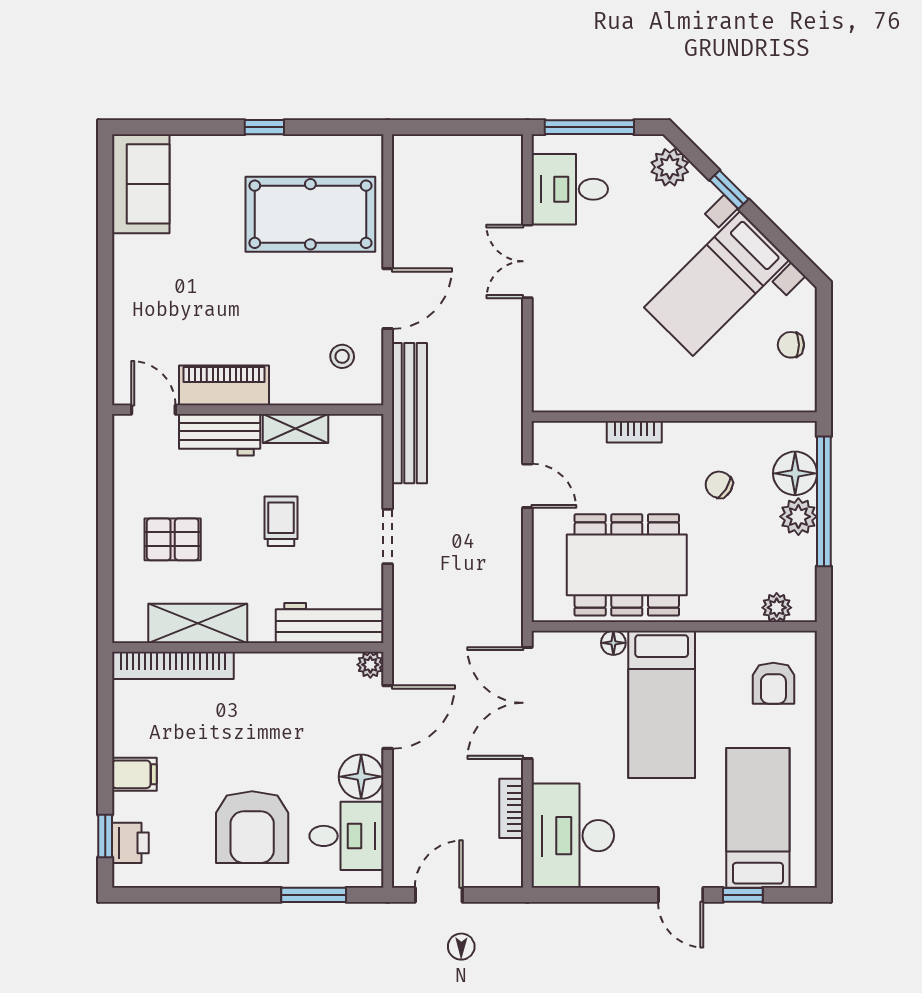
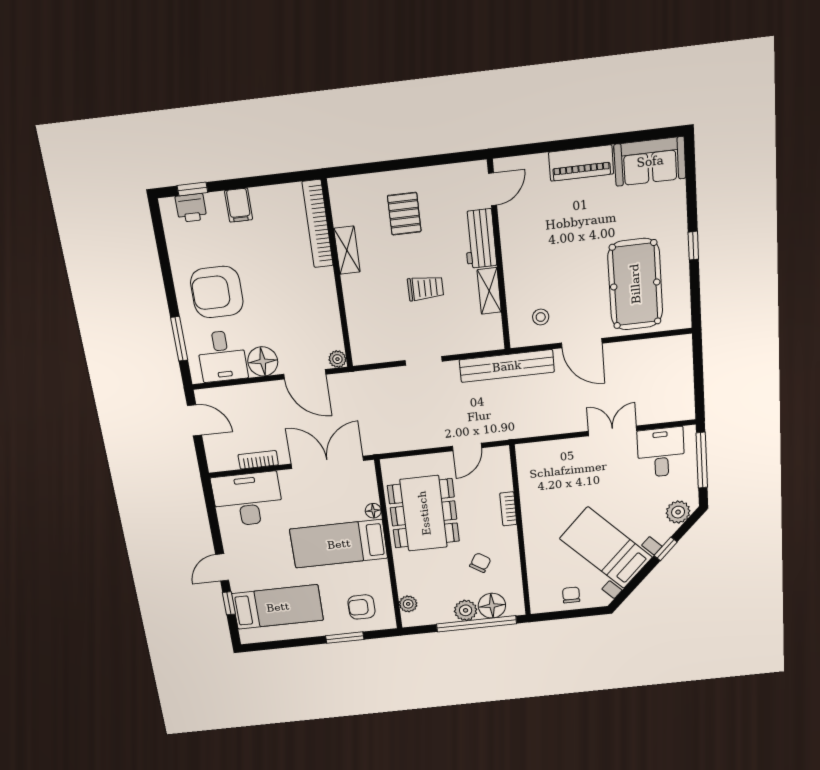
piano: (224, 385) -> (581, 163), moved, turned 90
shelving: (198, 623) -> (347, 250), width x0.67, depth x0.75
workbench: (330, 623) -> (361, 329), removed
window: (824, 718) -> (345, 638), added

